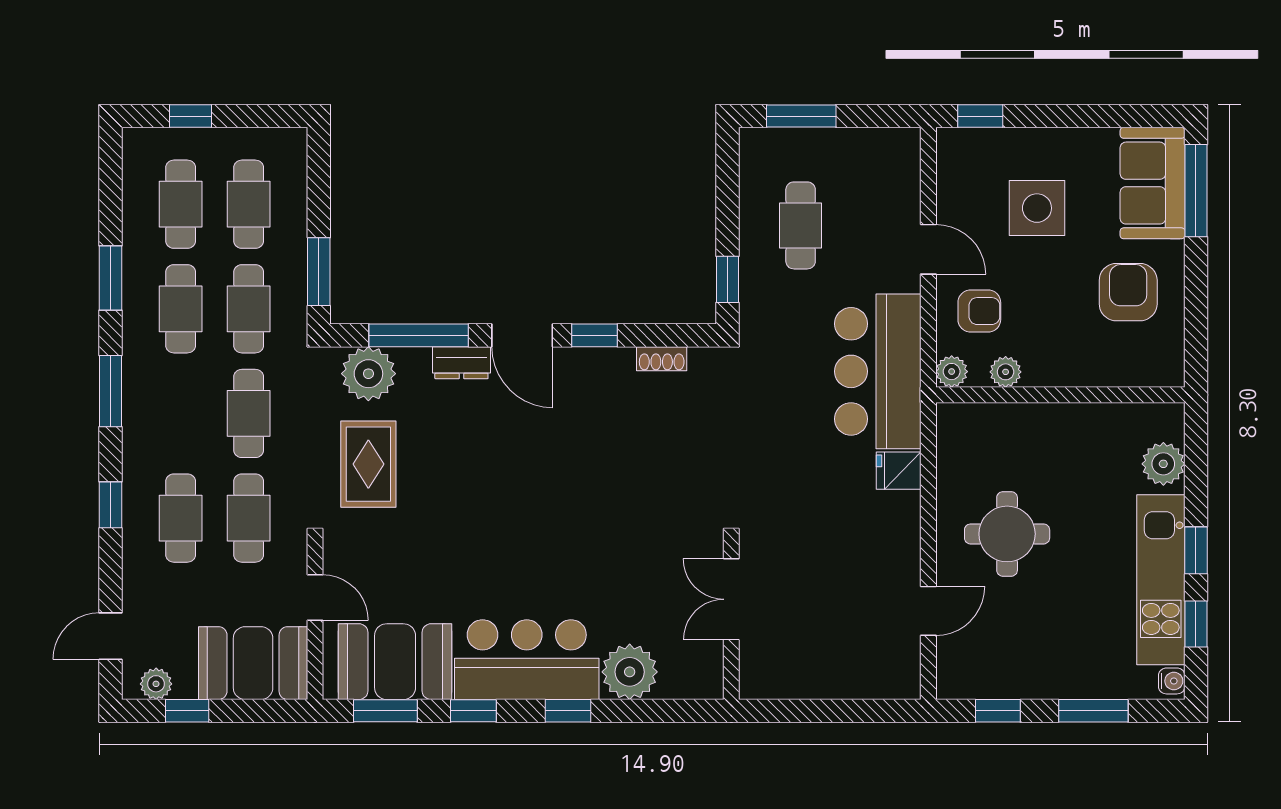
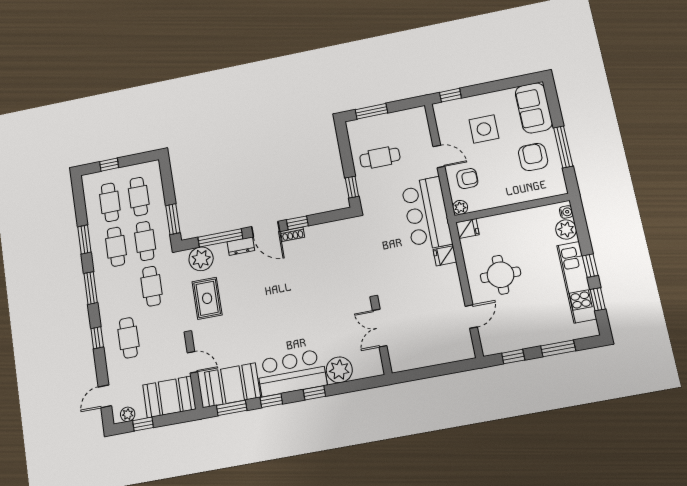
window: (1196, 191) -> (563, 147), moved
cafe table: (801, 225) -> (380, 158), turned 90
shoe rack: (662, 359) -> (293, 234), moved
plant: (1006, 372) -> (485, 203), removed
fridge: (958, 421) -> (467, 229), added
cafe table: (249, 518) -> (158, 332), removed
water cooler: (1172, 681) -> (566, 212), moved

